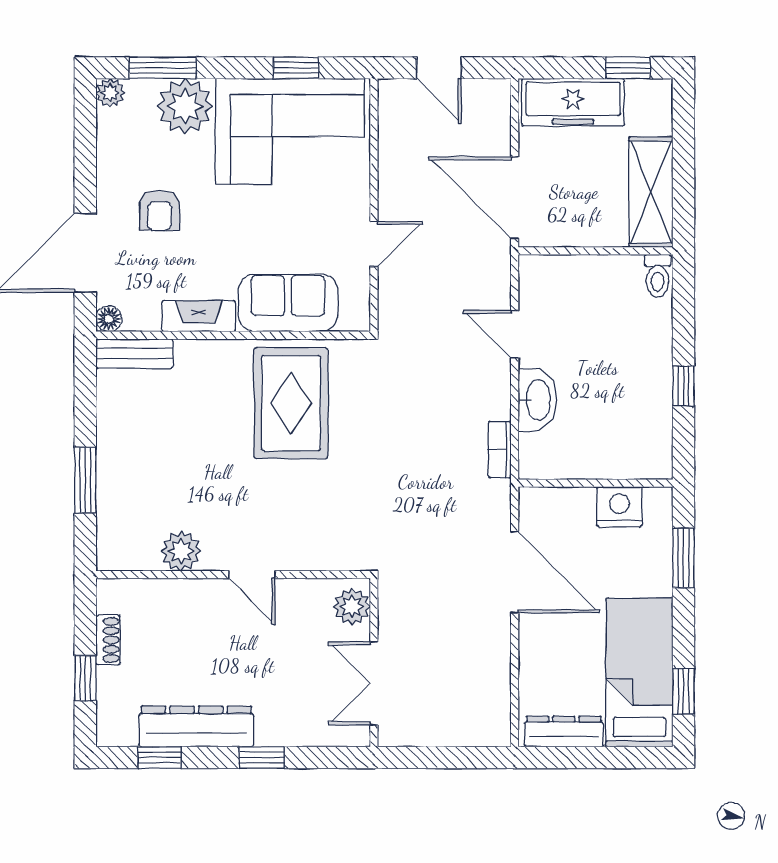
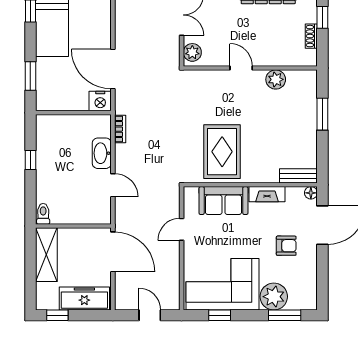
plant: (110, 93) -> (310, 303), removed
armchair: (159, 210) -> (286, 246), turned 90
nightstand: (619, 507) -> (100, 101), moved

